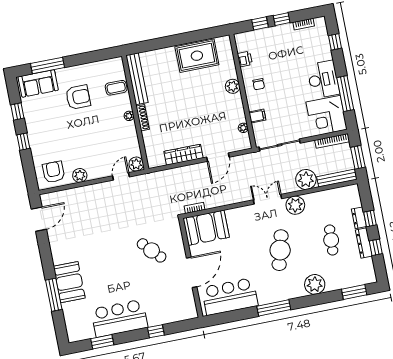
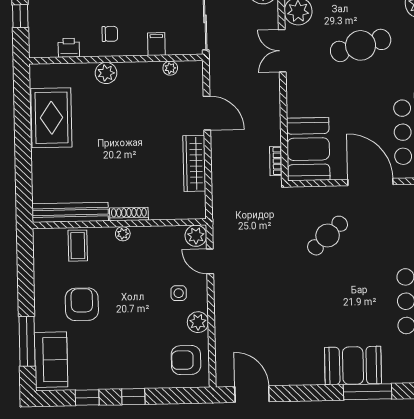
side table: (97, 159) -> (179, 293), added
cafe table: (280, 250) -> (361, 45), turned -30

